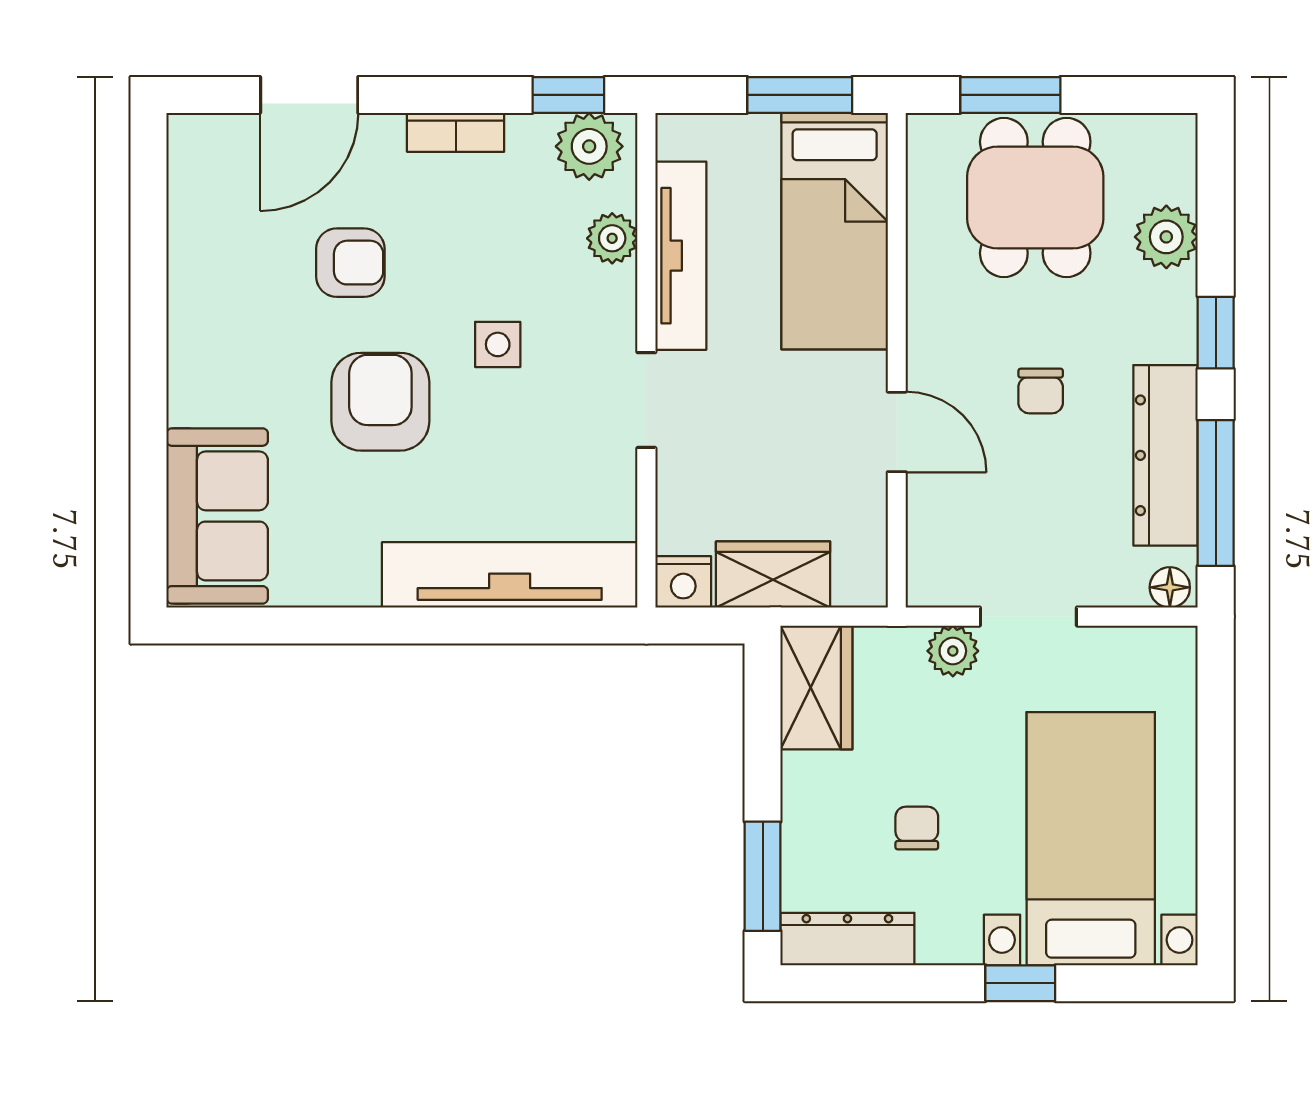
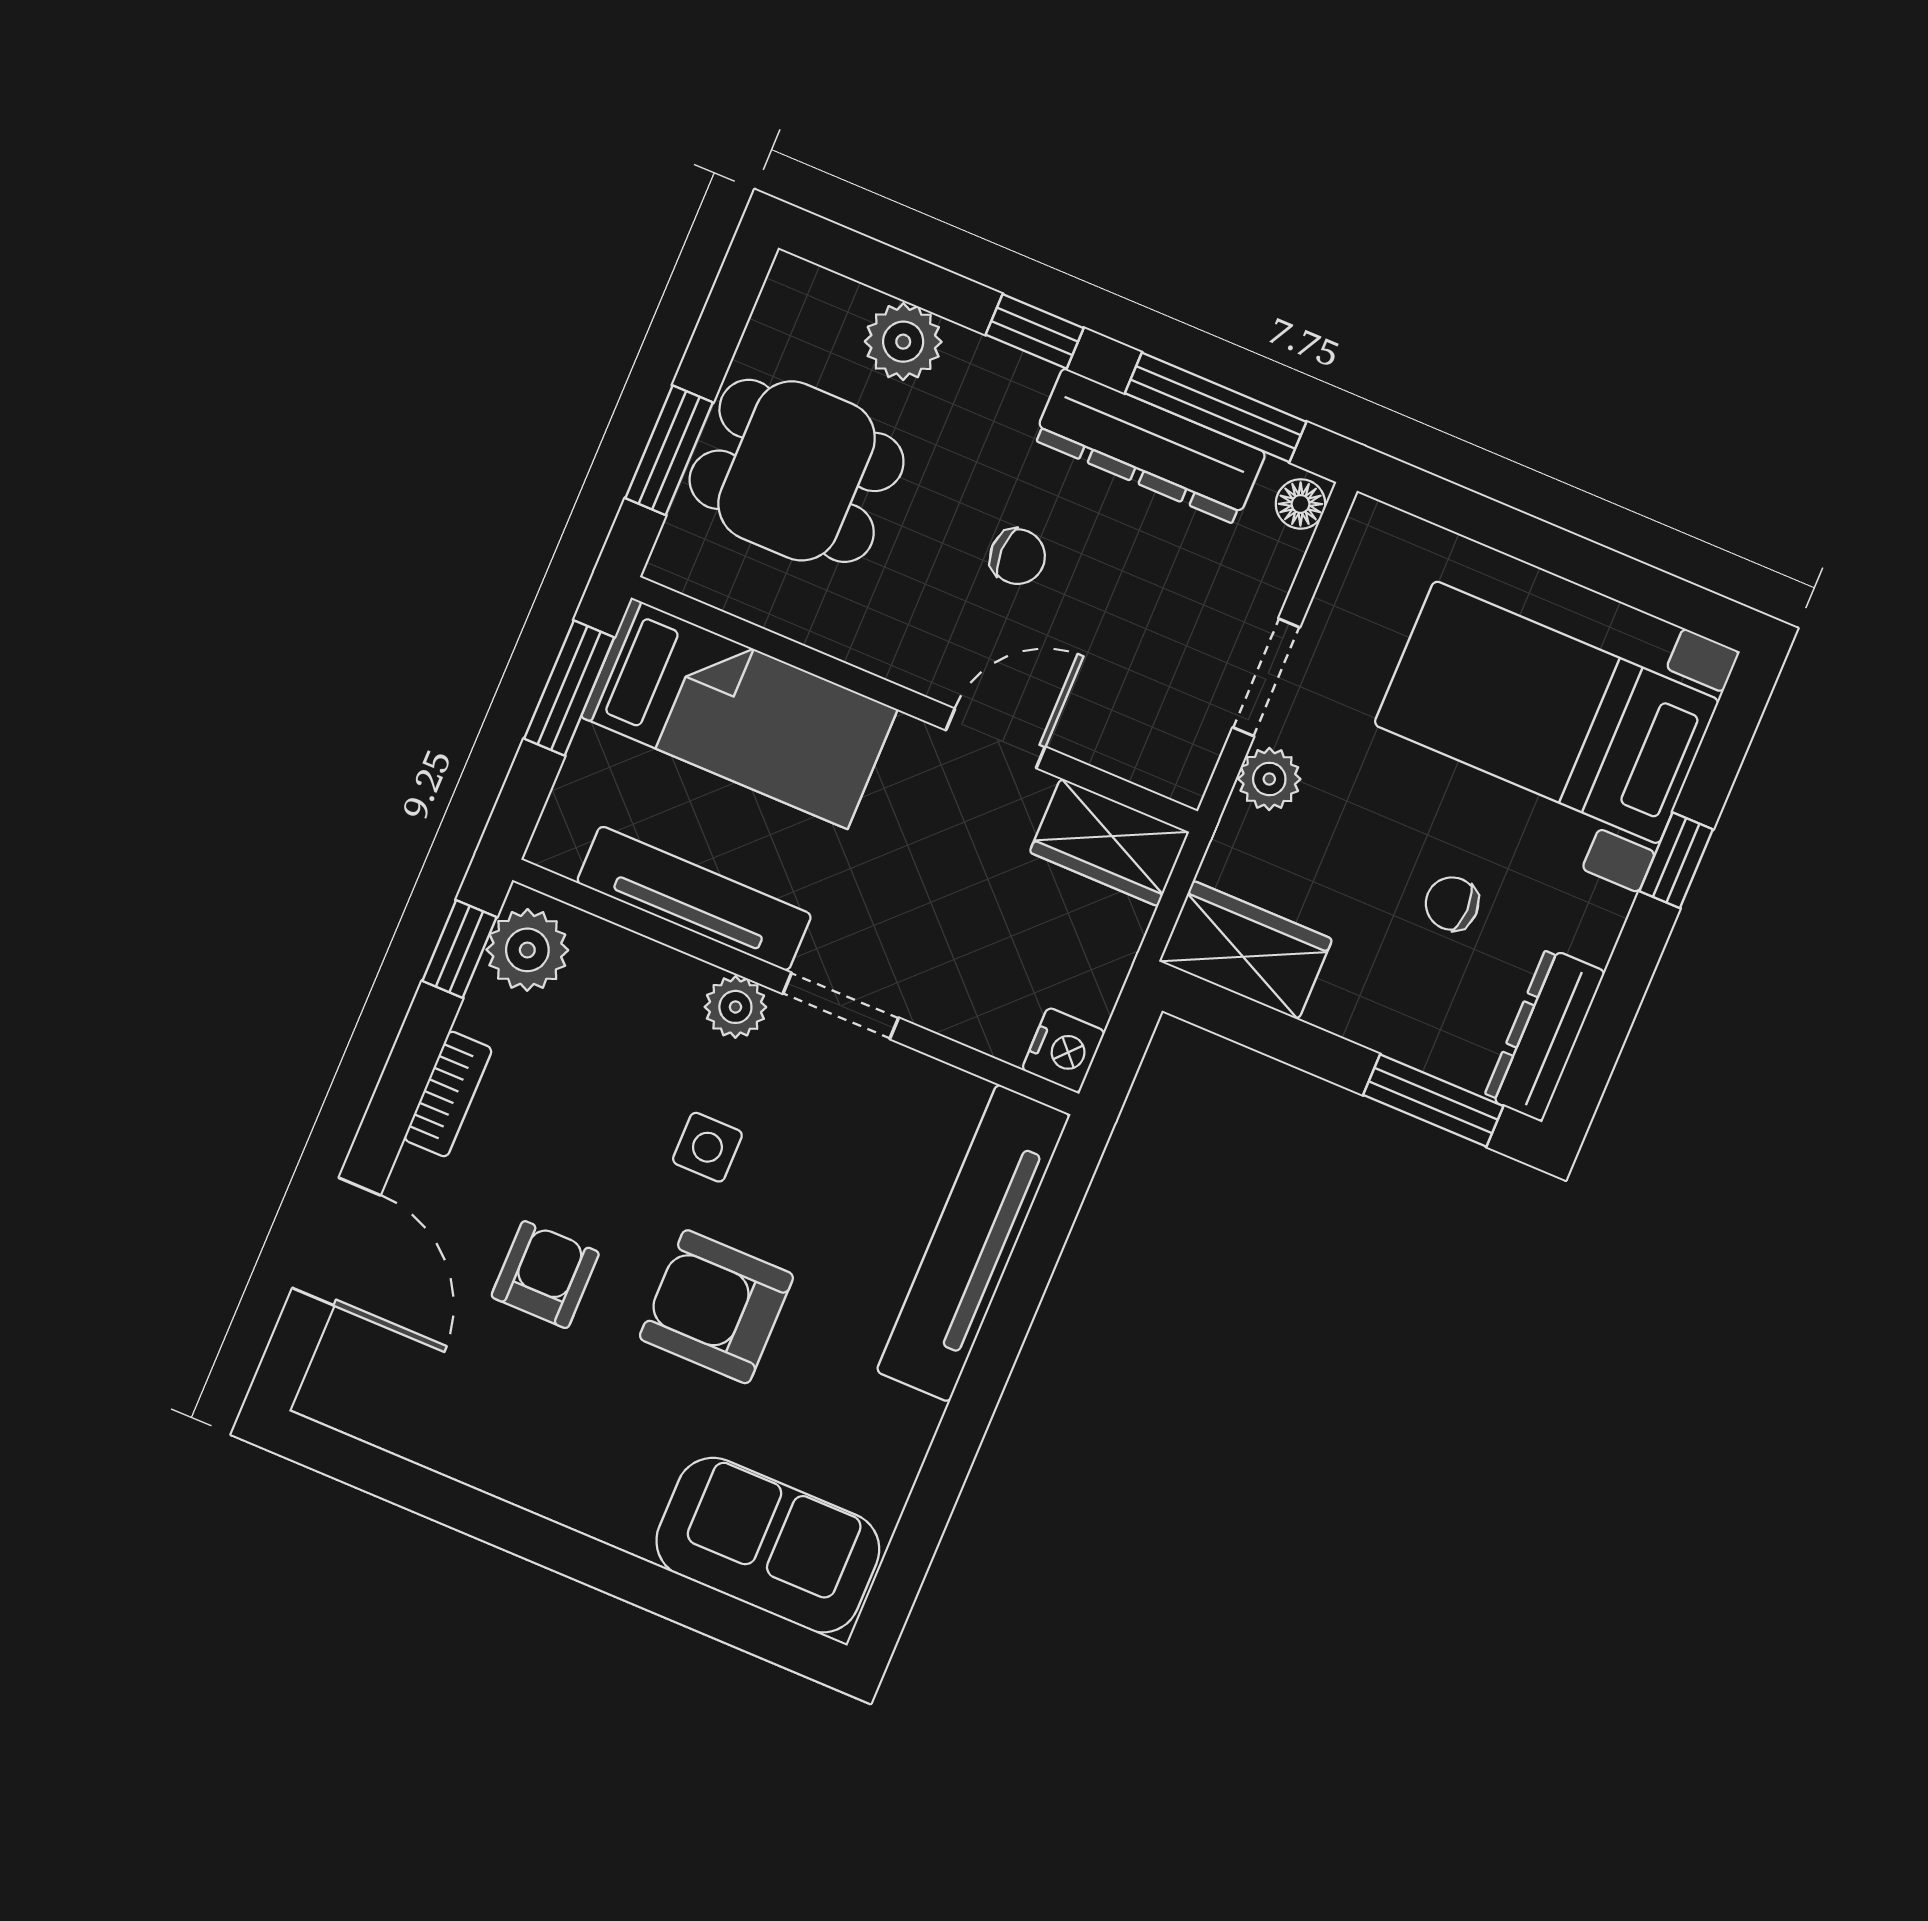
plant: (612, 238) -> (735, 1007), moved
wardrobe: (773, 575) -> (1109, 842), moved, turned -90

